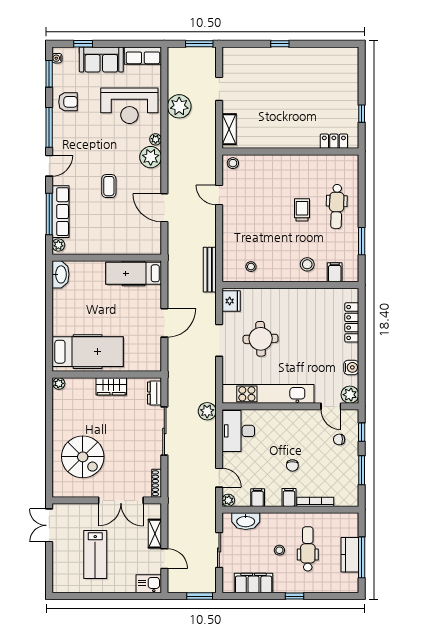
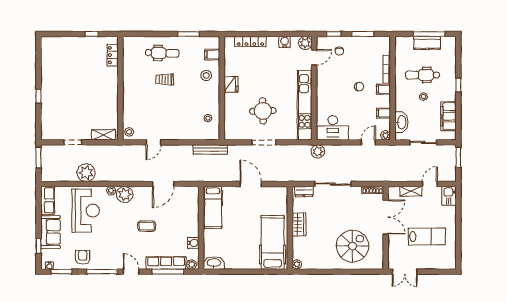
water cooler: (87, 247) -> (193, 243), added
fridge: (231, 301) -> (231, 84), moved, turned 90

